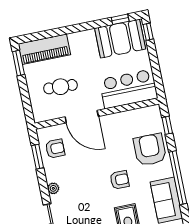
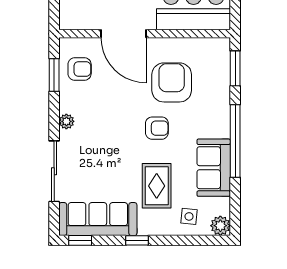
window: (167, 125) -> (235, 68), width x1.50
armchair: (150, 150) -> (172, 82), moved

